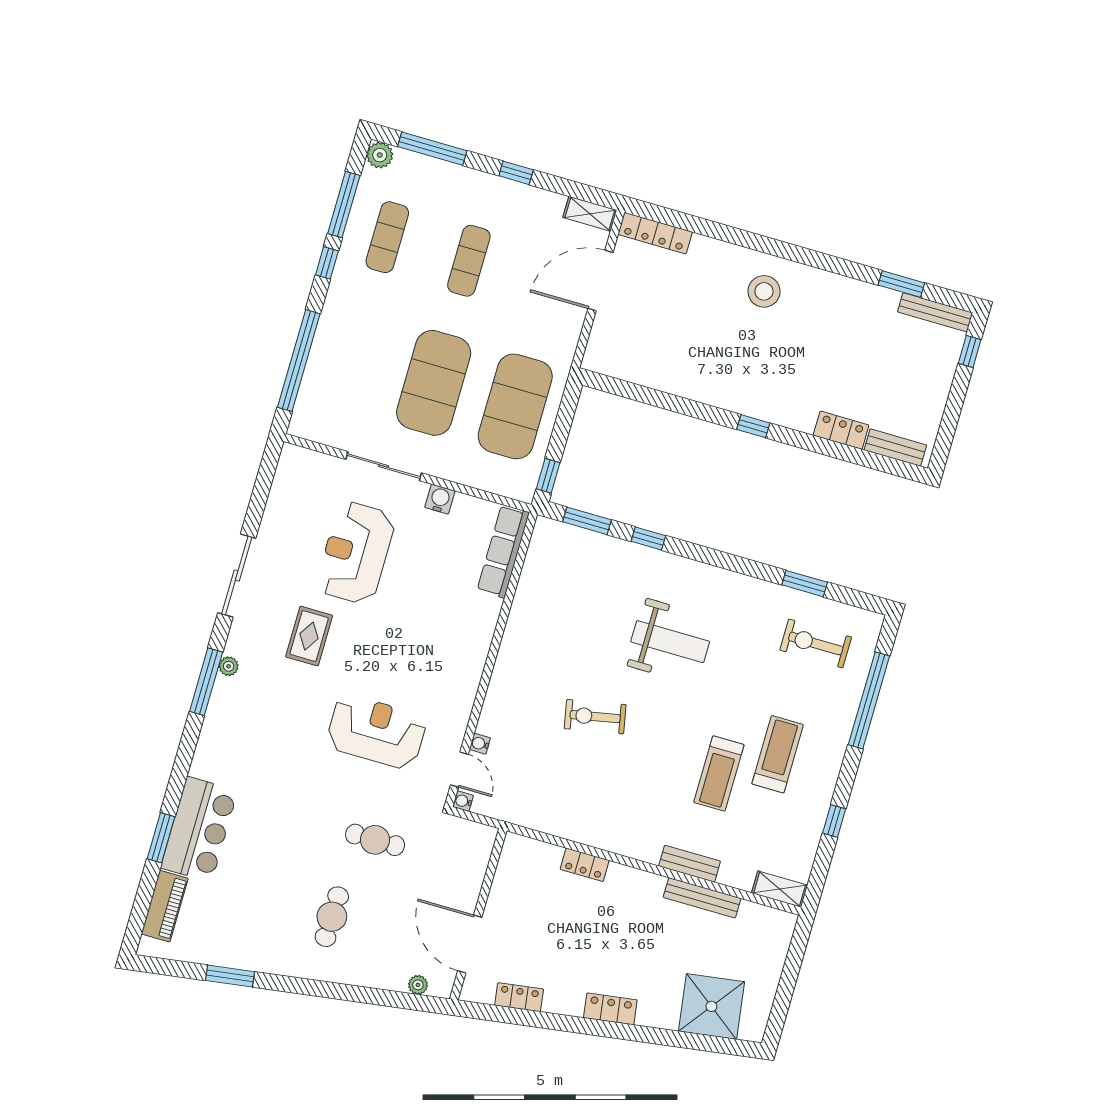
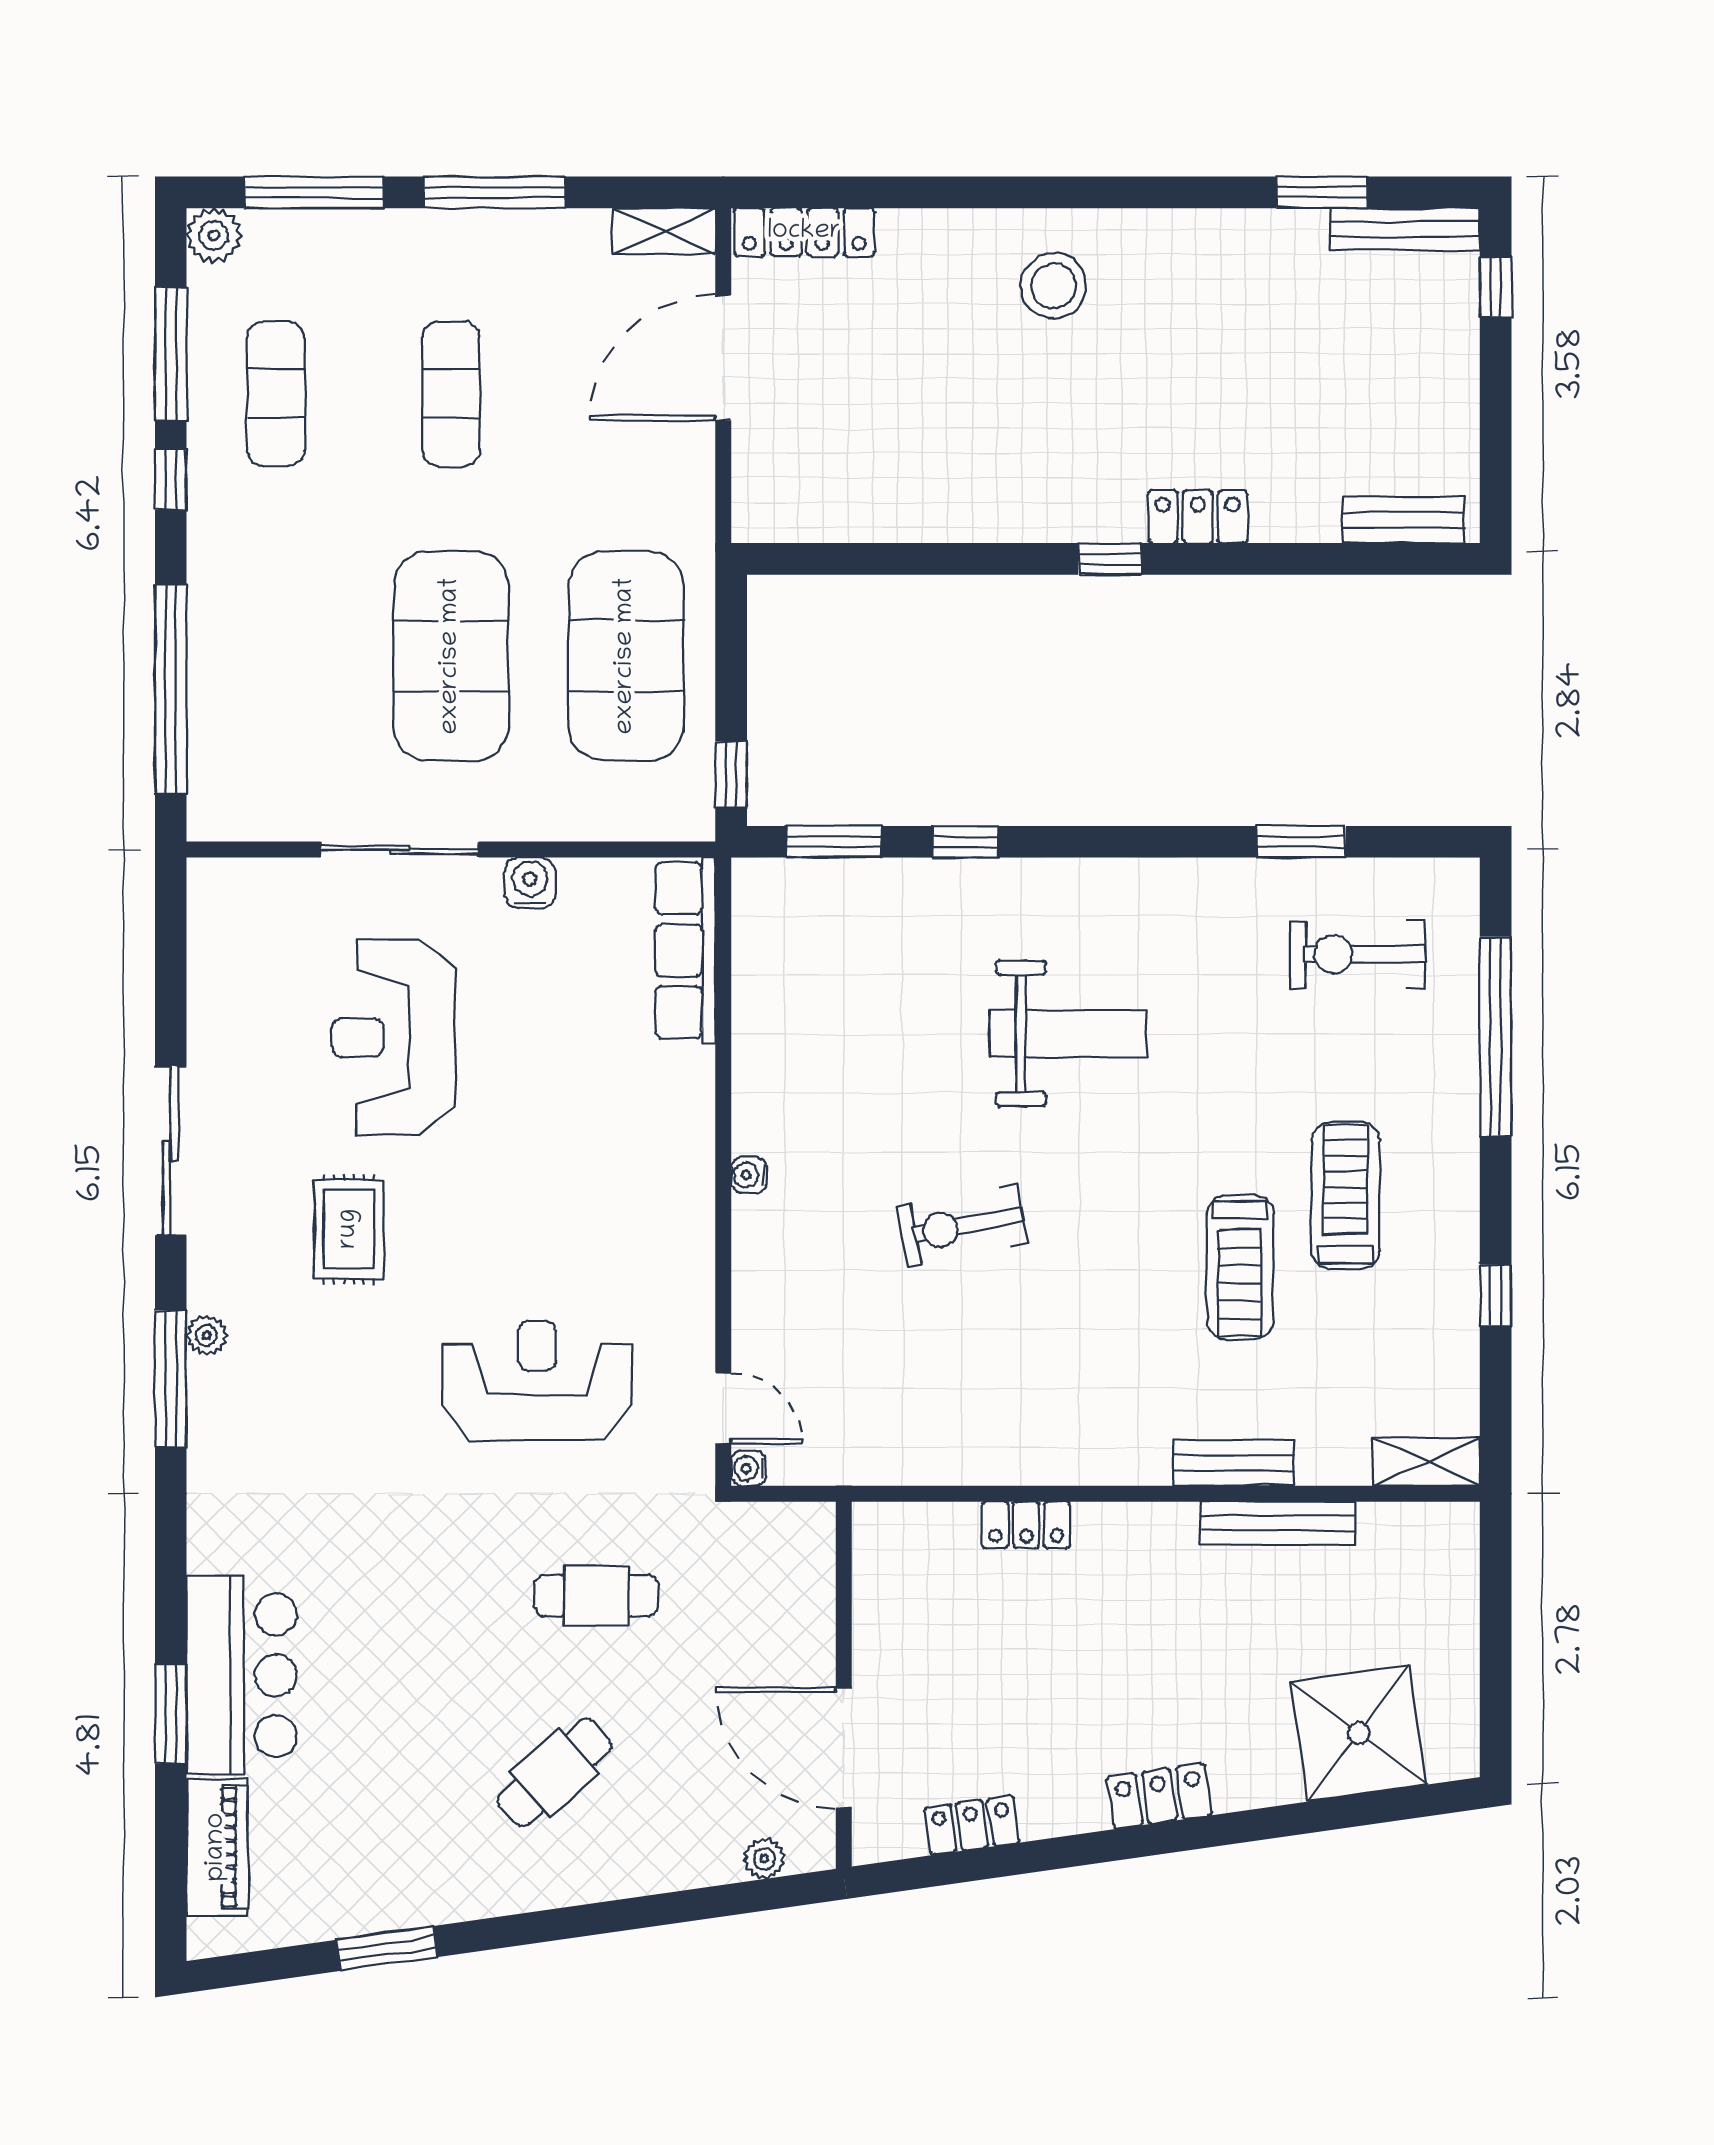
window: (516, 173) -> (494, 192), width x2.17
locker: (841, 430) -> (1198, 517), moved
water cooler: (480, 744) -> (749, 1175), moved
cafe table: (332, 917) -> (555, 1773), turned 47

